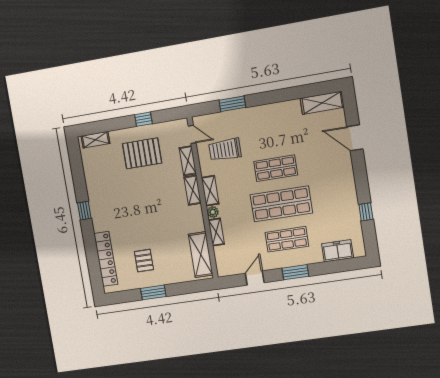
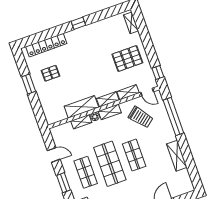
shelving: (322, 103) -> (177, 156), moved
window: (232, 104) -> (173, 117), width x2.11
window: (143, 119) -> (158, 73), moved
door: (192, 134) -> (147, 92), hinge flipped
trolley: (225, 150) -> (141, 117), turned 141
pallet: (142, 153) -> (127, 58), turned 90
shelving: (201, 255) -> (81, 107), moved

